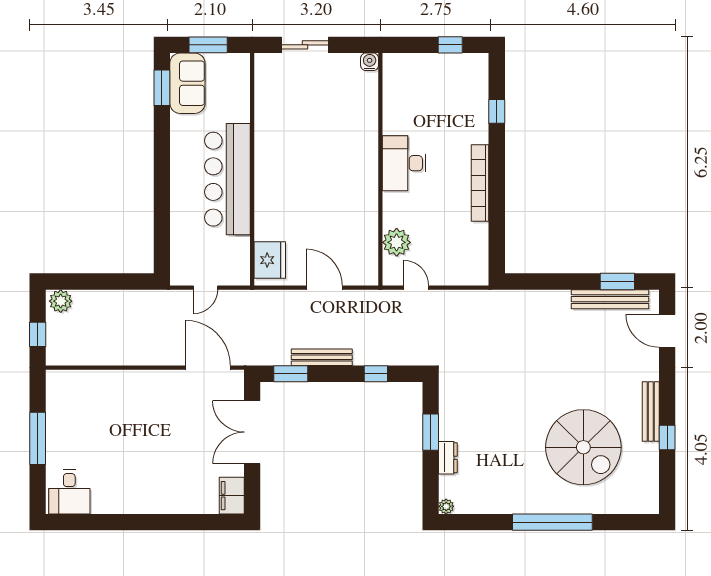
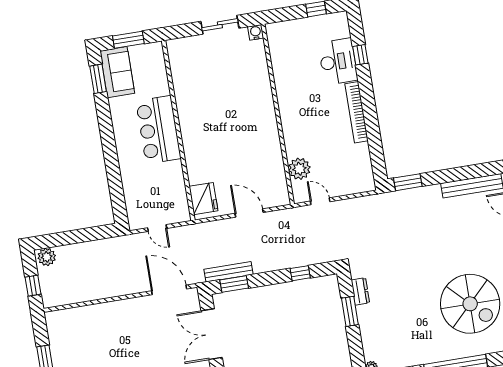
sliding door: (305, 45) -> (220, 25), moved
desk: (404, 163) -> (338, 61), moved, turned 180
bar counter: (227, 179) -> (158, 130), width x0.73
window: (617, 282) -> (408, 182), moved
door: (205, 288) -> (157, 228), hinge flipped
bench: (322, 357) -> (228, 272), moved
dresser: (448, 458) -> (360, 291), moved

